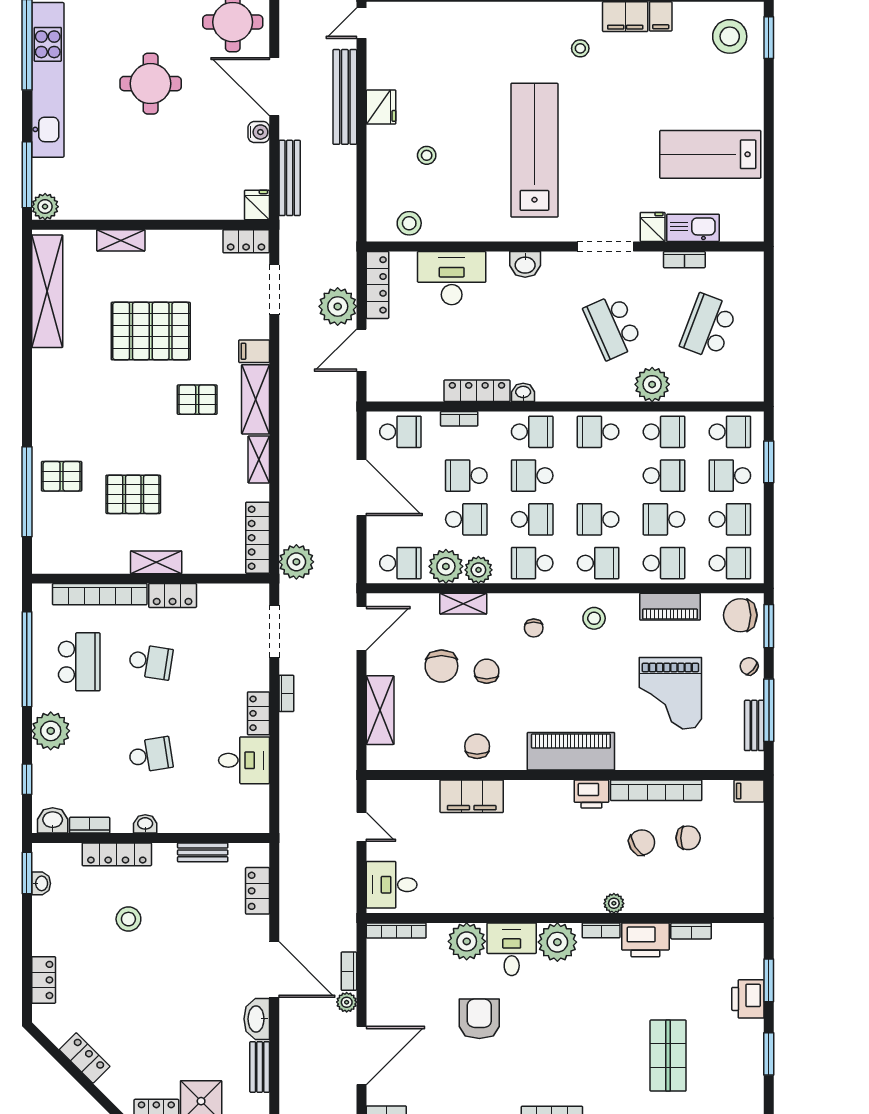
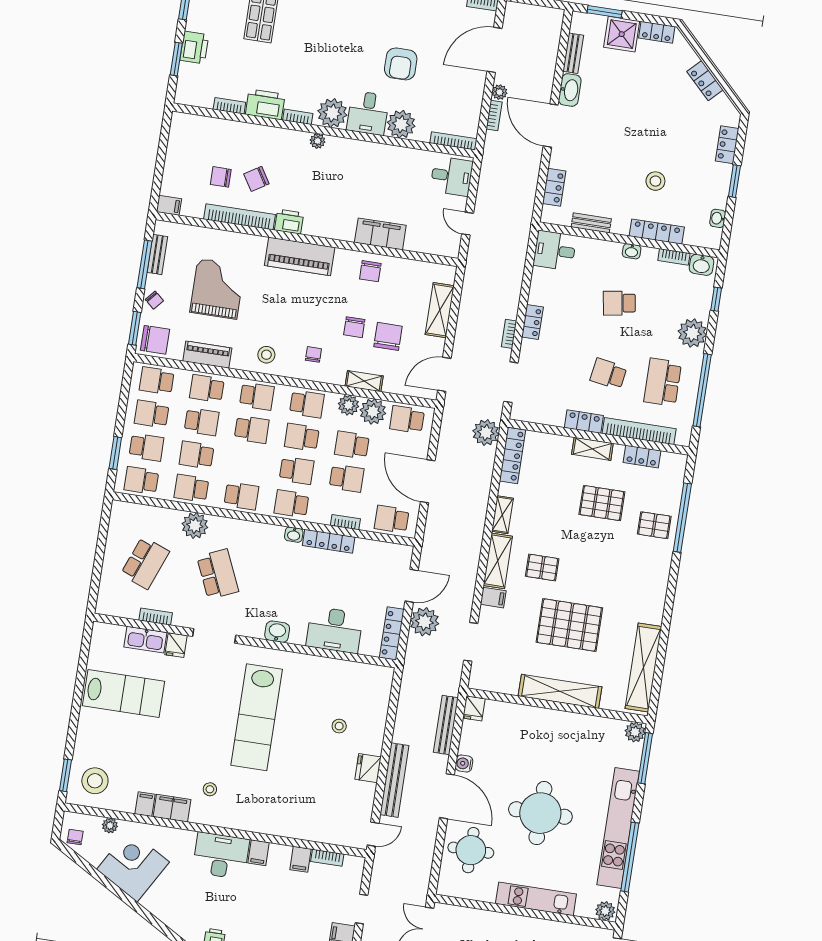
round table: (151, 84) -> (540, 813), width x1.36, depth x1.36
stool: (409, 223) -> (360, 677), removed
shelving: (121, 240) -> (560, 691), width x2.20, depth x1.33
locker: (246, 241) -> (642, 457), moved, turned 180
school desk: (598, 563) -> (257, 396), turned 180
desk: (244, 760) -> (555, 250), moved
window: (27, 873) -> (734, 181), moved
plant: (614, 903) -> (318, 141), moved

